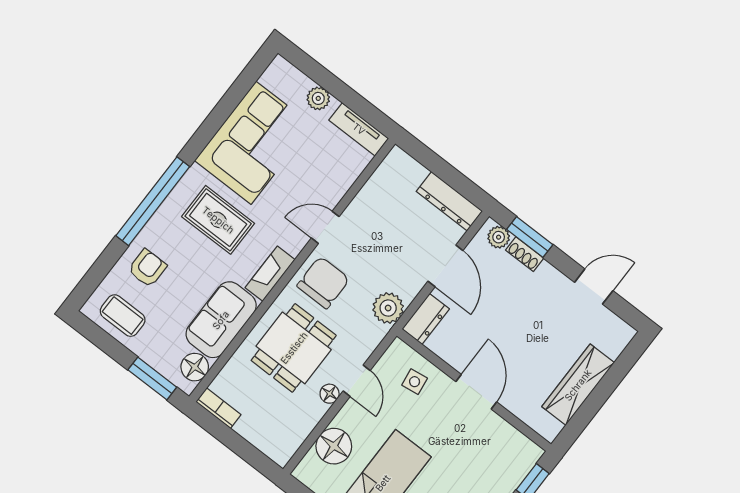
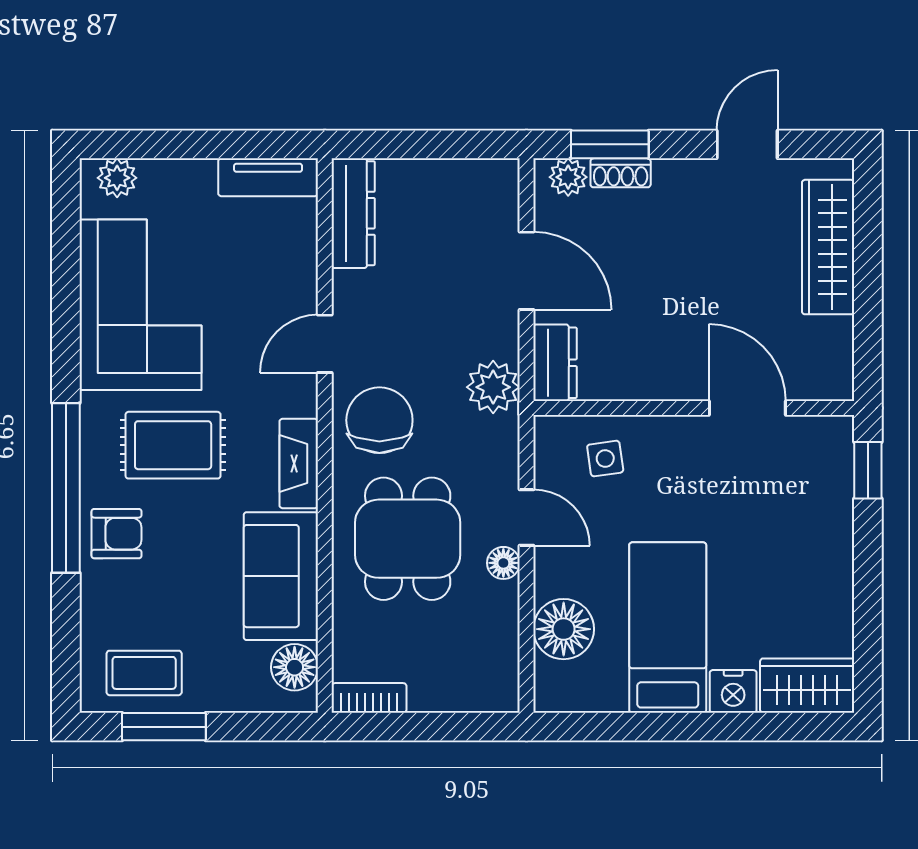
plant: (318, 98) -> (117, 178), moved
dresser: (449, 201) -> (353, 213), moved, turned -90
armchair: (147, 268) -> (116, 534), moved, turned 90
window: (152, 378) -> (164, 727), moved
wardrobe: (578, 385) -> (828, 247), moved
door: (476, 392) -> (747, 408), moved

